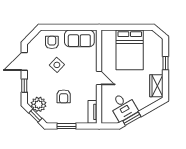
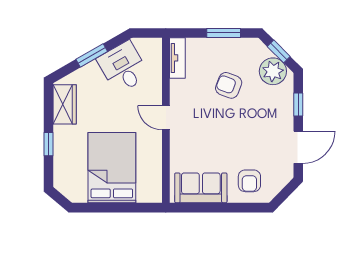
side table: (57, 65) -> (241, 141), removed
armchair: (64, 96) -> (229, 85), turned -69
window: (132, 119) -> (92, 55), moved

